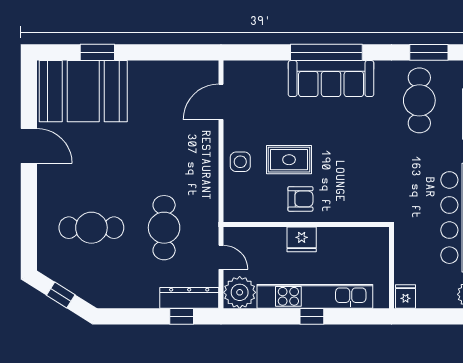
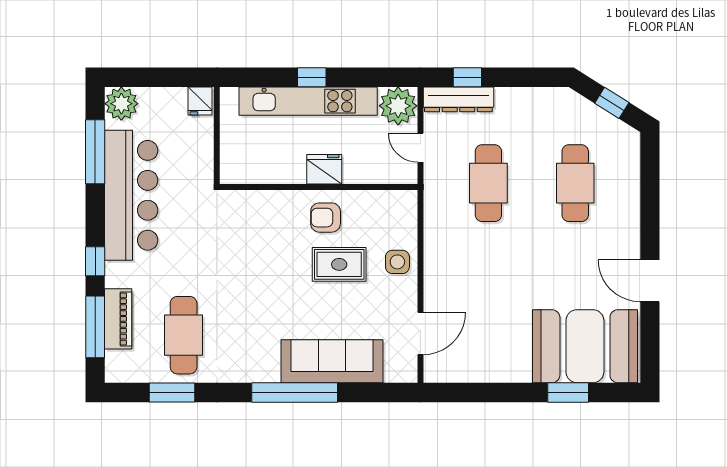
sofa: (331, 79) -> (332, 361), moved
cafe table: (91, 228) -> (575, 183), turned 90

